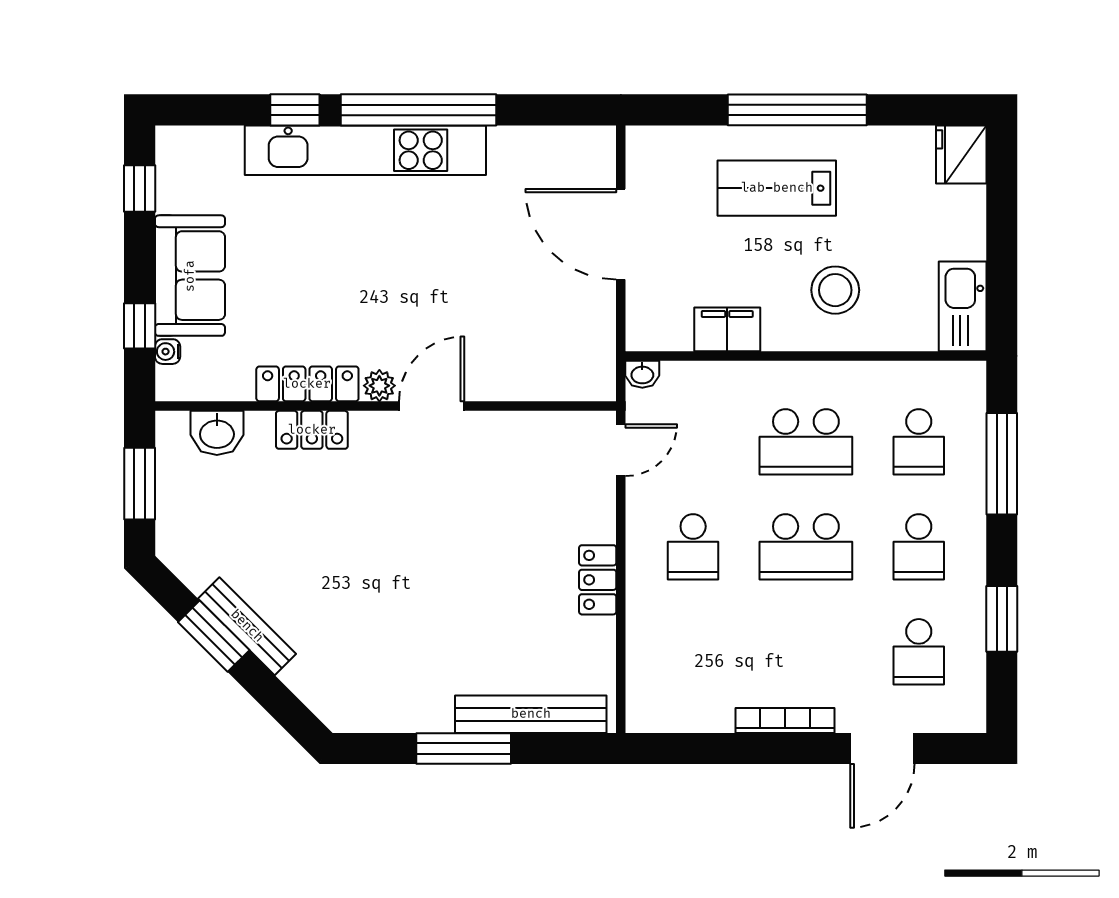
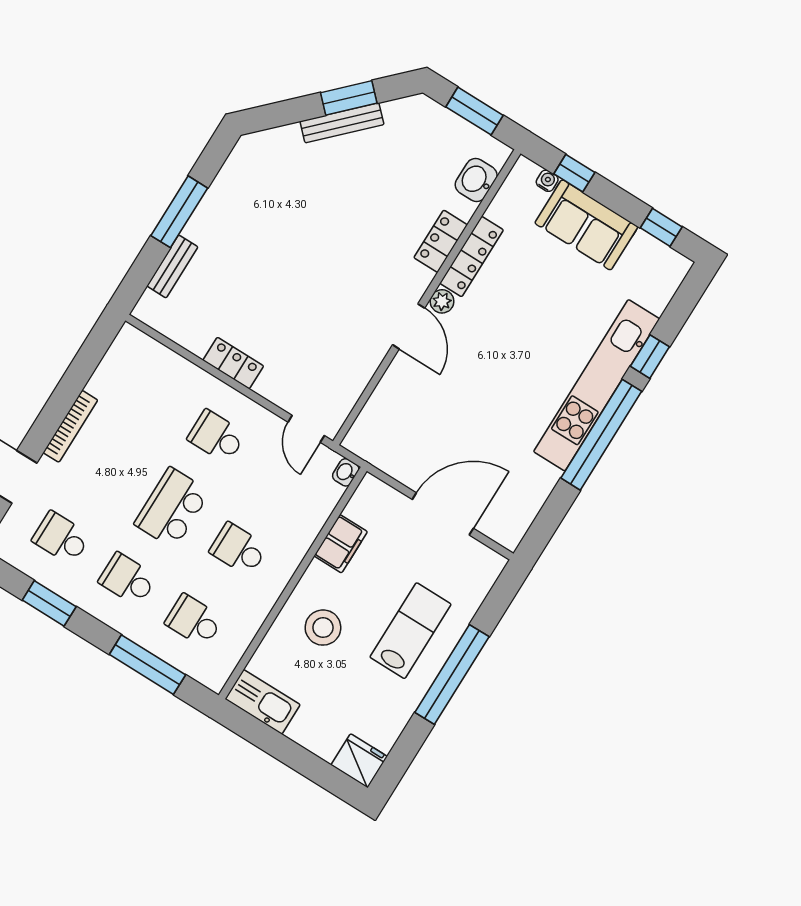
school desk: (806, 442) -> (238, 549), width x0.54
bench: (531, 714) -> (172, 266), width x0.54, depth x0.82

